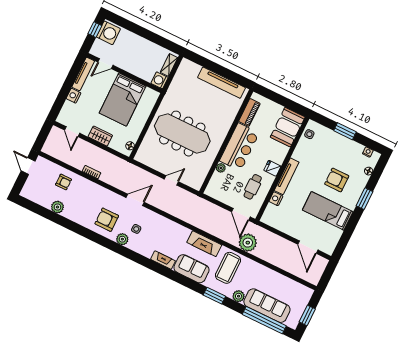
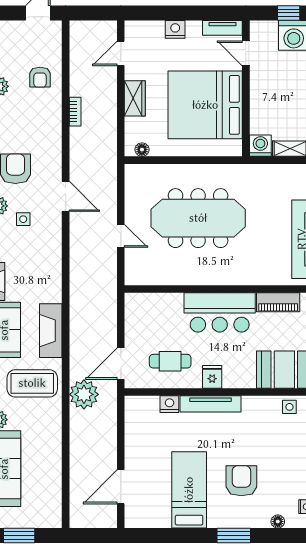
tv unit: (83, 74) -> (222, 28), width x0.71
bed: (123, 100) -> (205, 105), width x1.36
meeting table: (182, 134) -> (198, 218), turned 90
plant: (221, 168) -> (175, 300), removed

